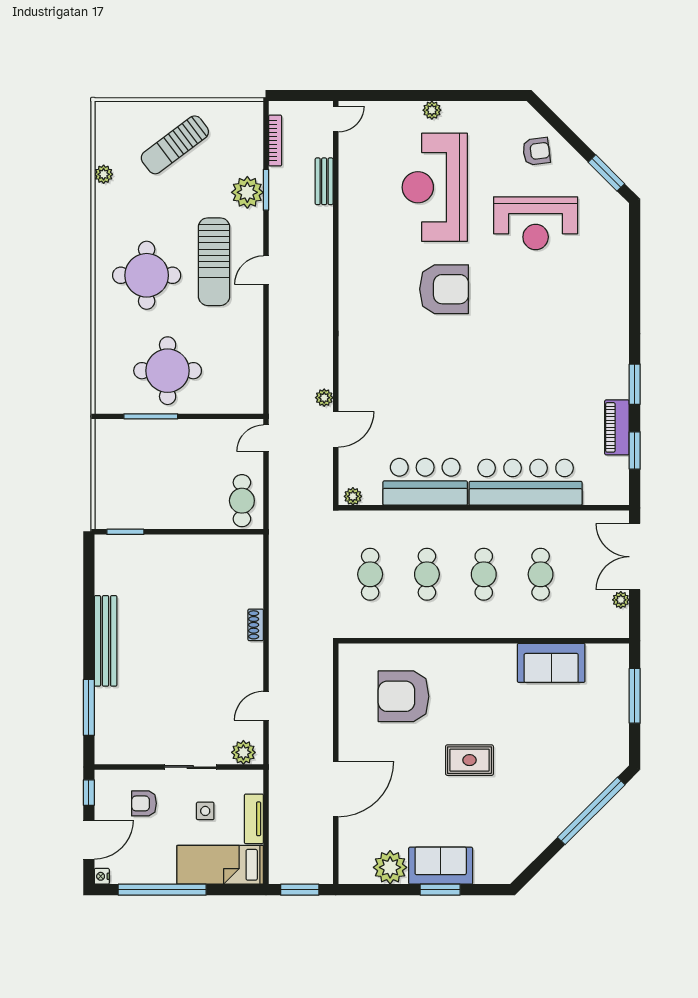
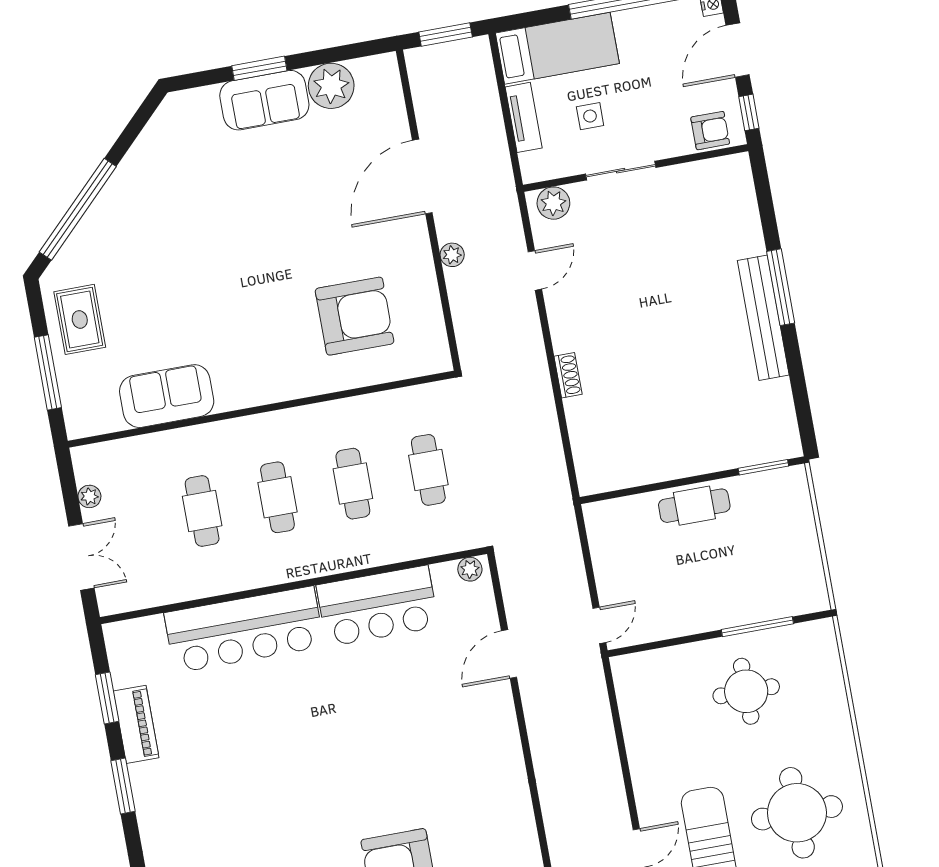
round table: (168, 371) -> (746, 691), width x0.73, depth x0.73
plant: (324, 398) -> (452, 255), moved
cafe table: (242, 501) -> (694, 506), moved, turned 90
double door: (635, 557) -> (81, 557), width x0.73
window: (89, 707) -> (781, 287), moved
rug: (469, 760) -> (80, 319), moved, turned 90
armchair: (144, 803) -> (710, 131), moved

